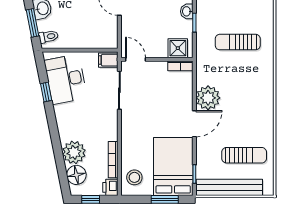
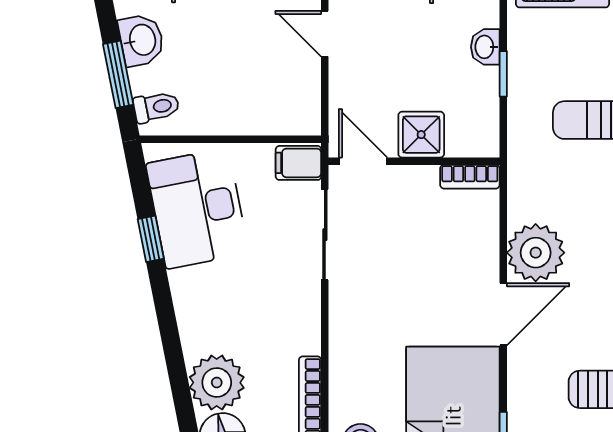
shower: (178, 48) -> (421, 135), moved

